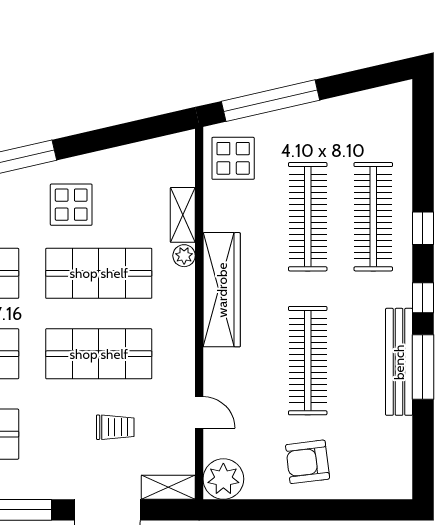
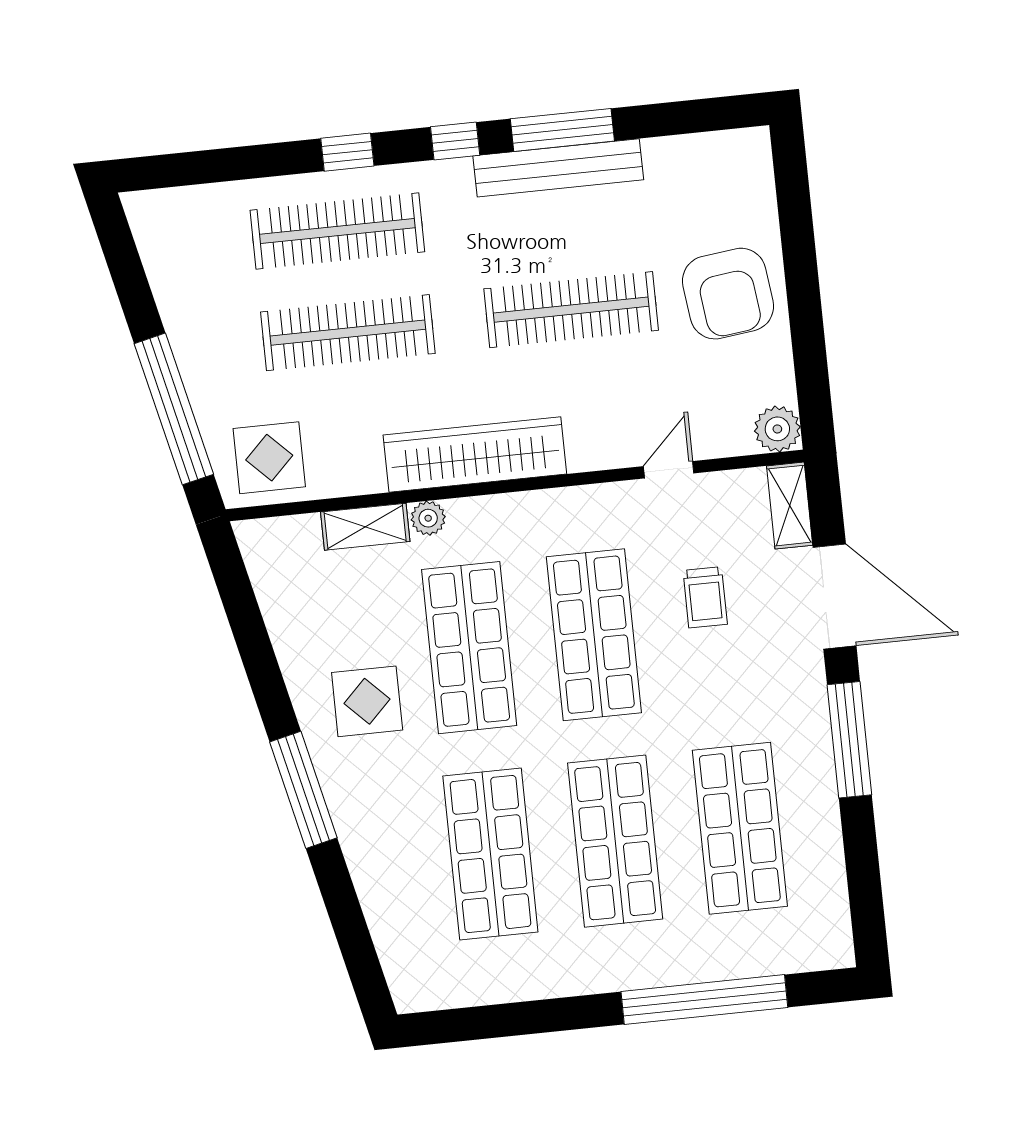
trolley: (115, 427) -> (705, 597), turned 180
armchair: (308, 462) -> (728, 294), width x1.36, depth x1.36
plant: (223, 479) -> (777, 429), width x0.73, depth x0.73

